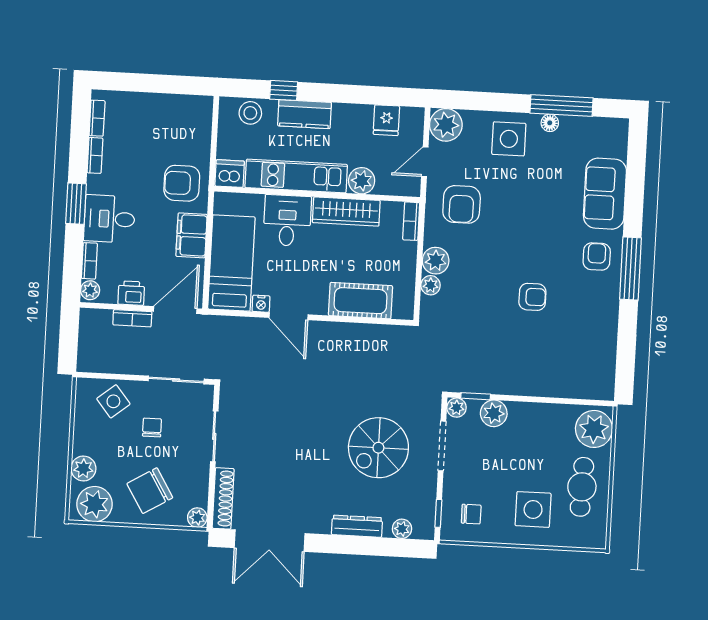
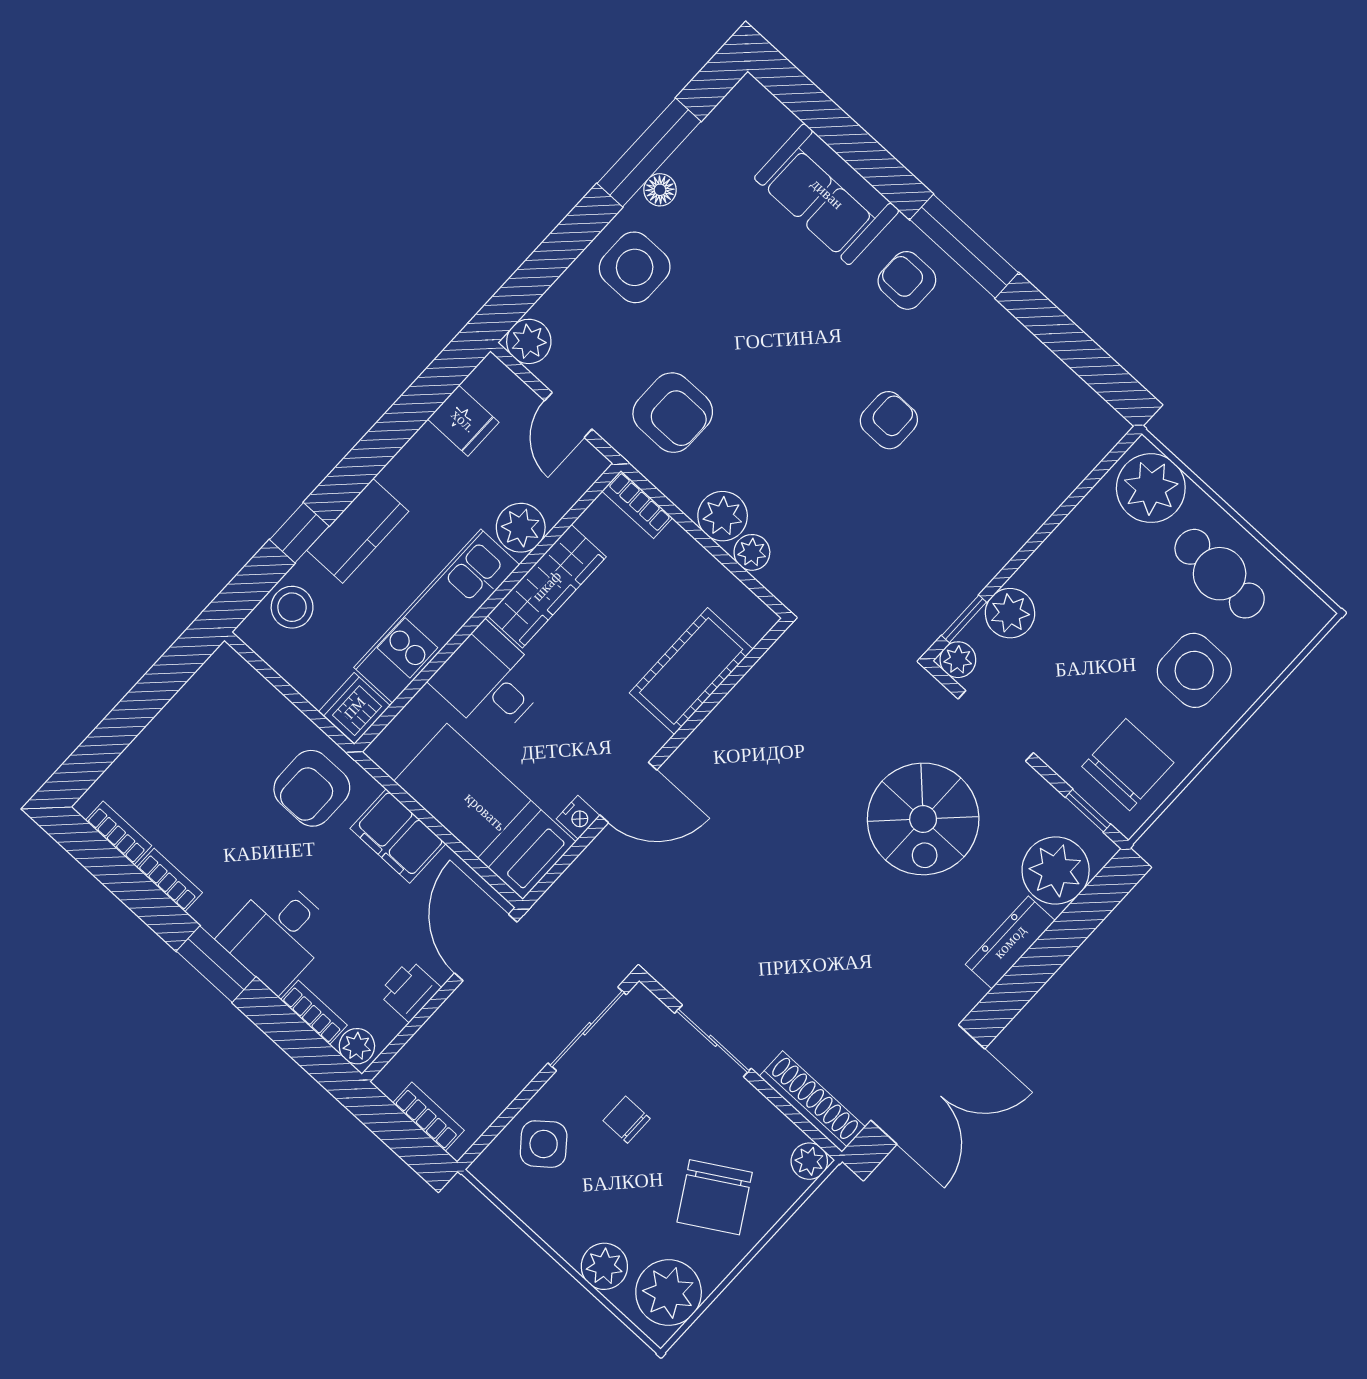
plant: (446, 125) -> (529, 341), width x0.73, depth x0.73
bookcase: (132, 318) -> (429, 1117), moved, turned -90
chair: (471, 514) -> (1128, 765), width x1.87, depth x1.87
plant: (402, 529) -> (1056, 870), width x1.88, depth x1.88

